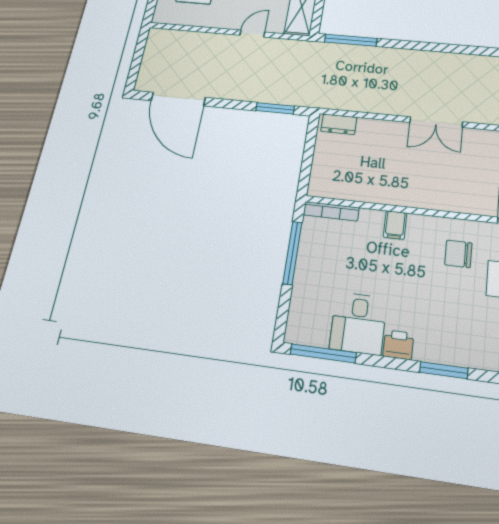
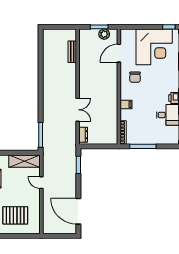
door: (178, 99) -> (78, 211), swing flipped
double door: (436, 122) -> (78, 110), moved

